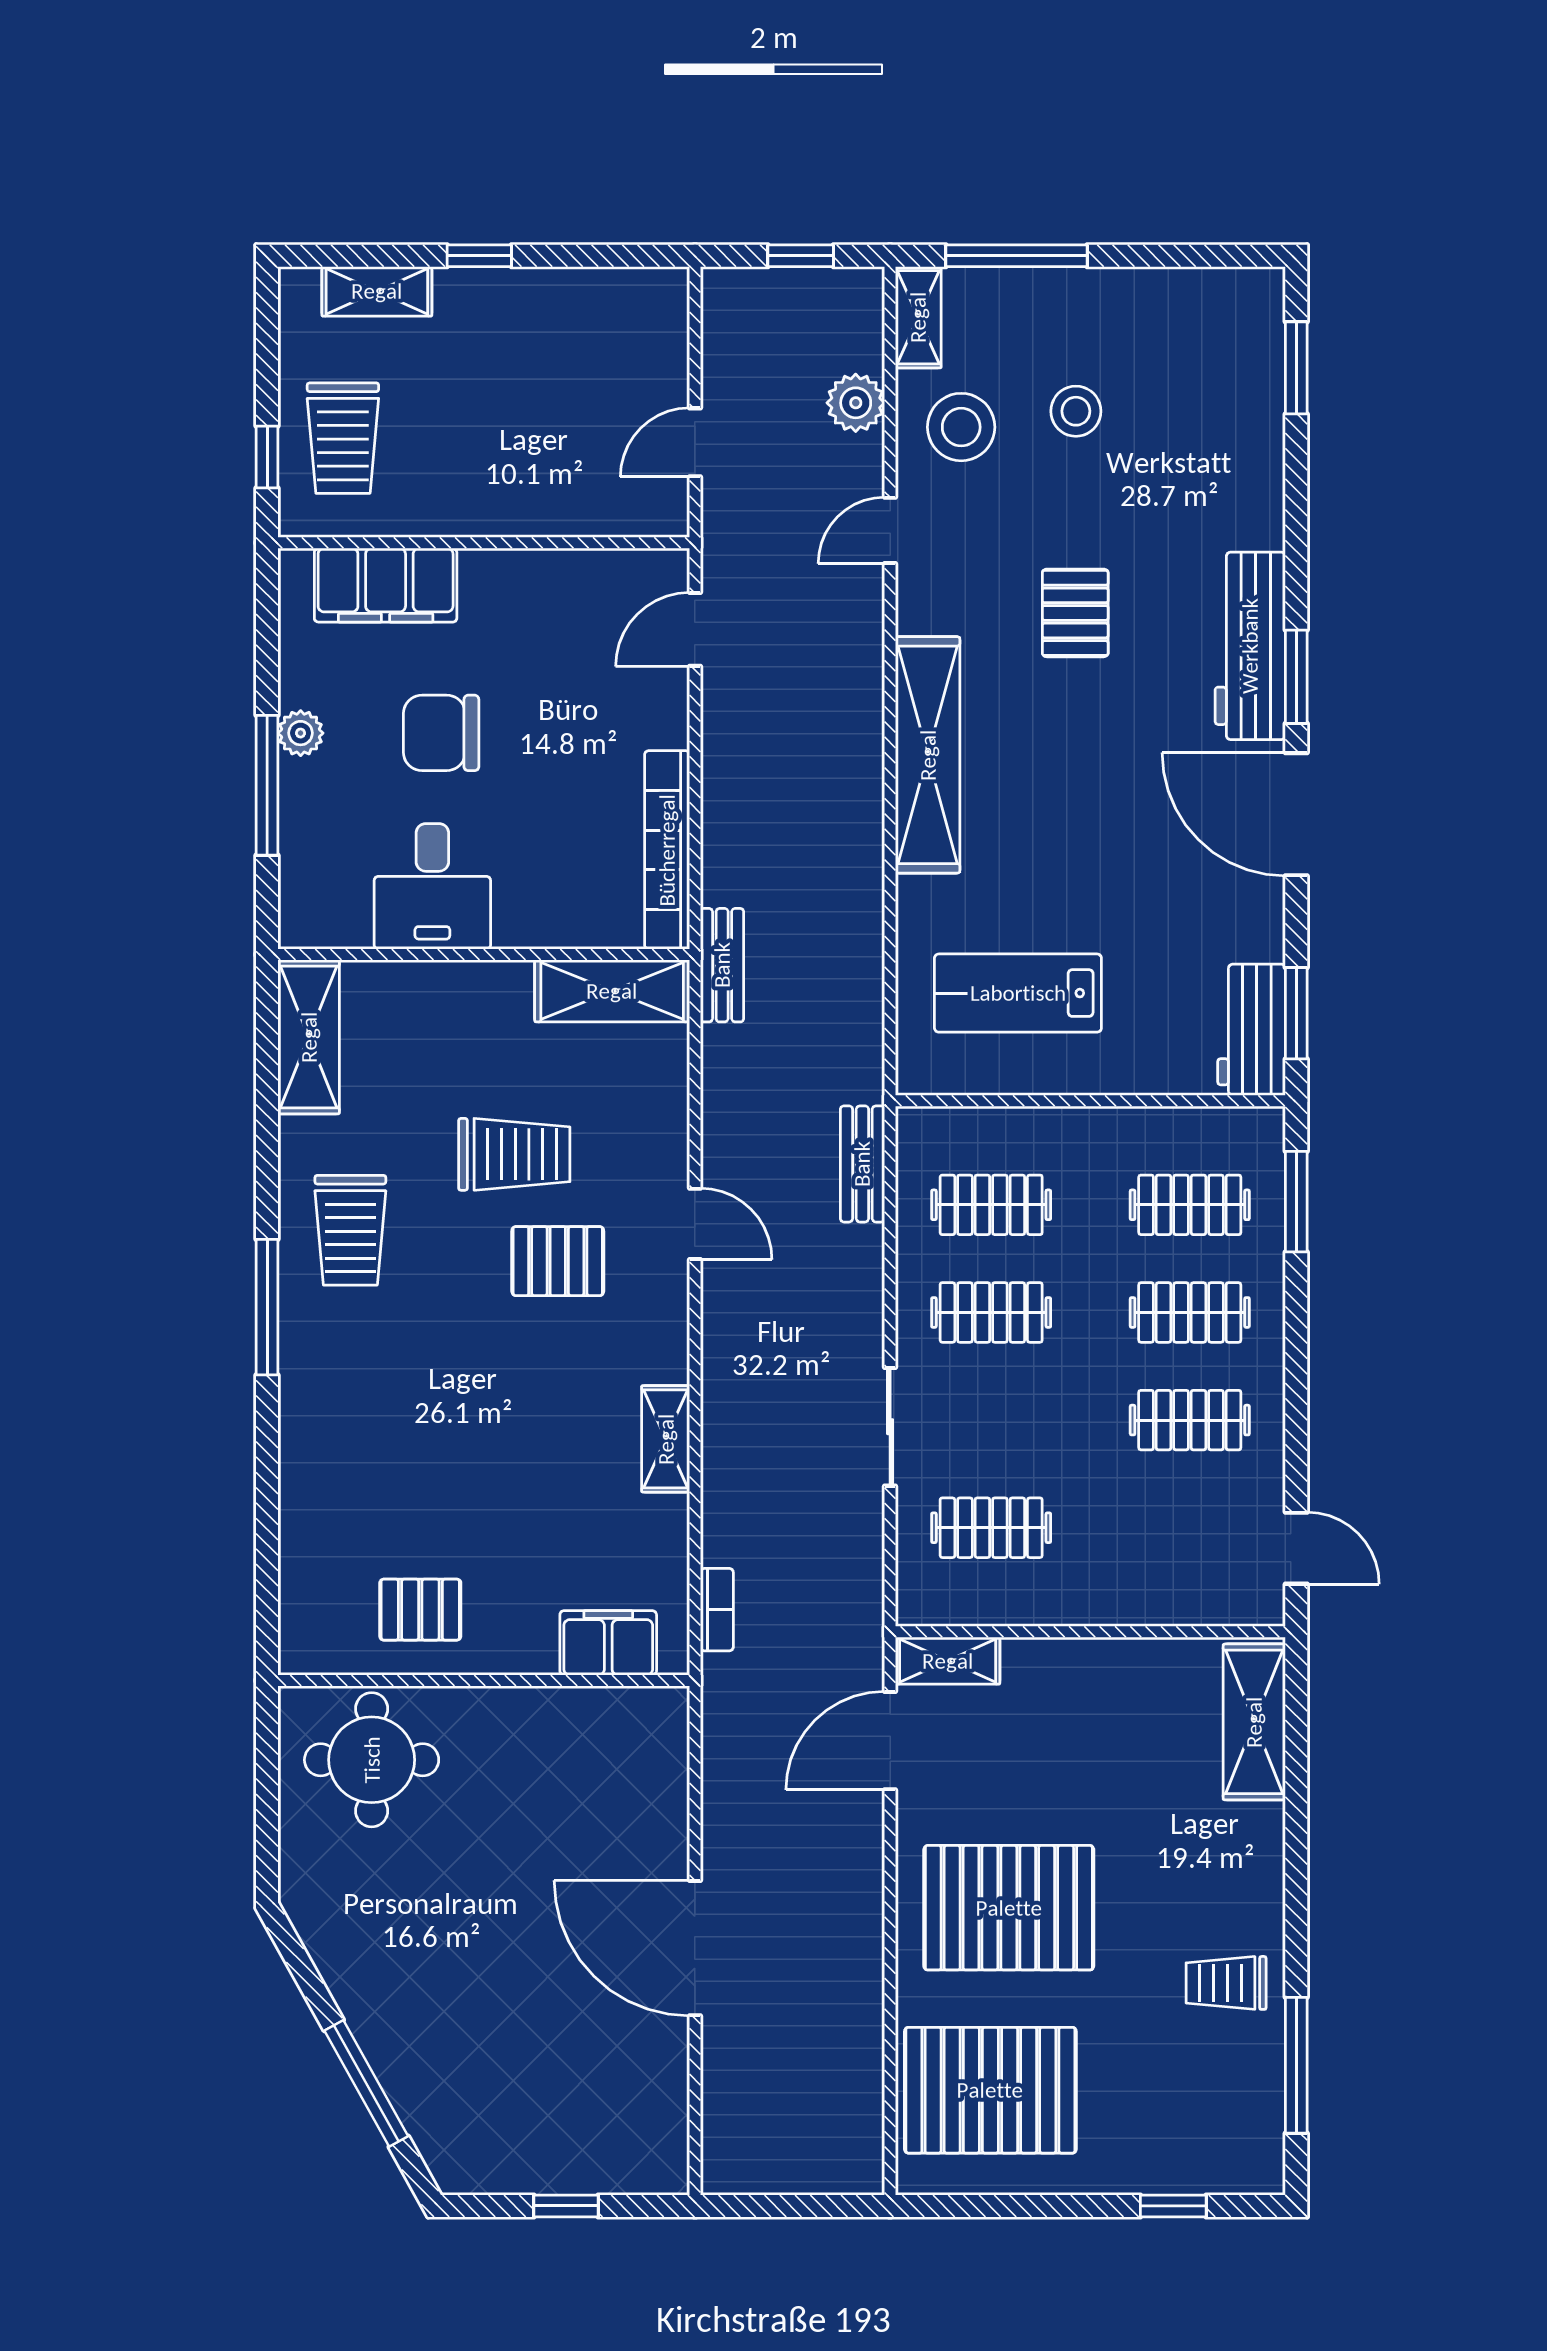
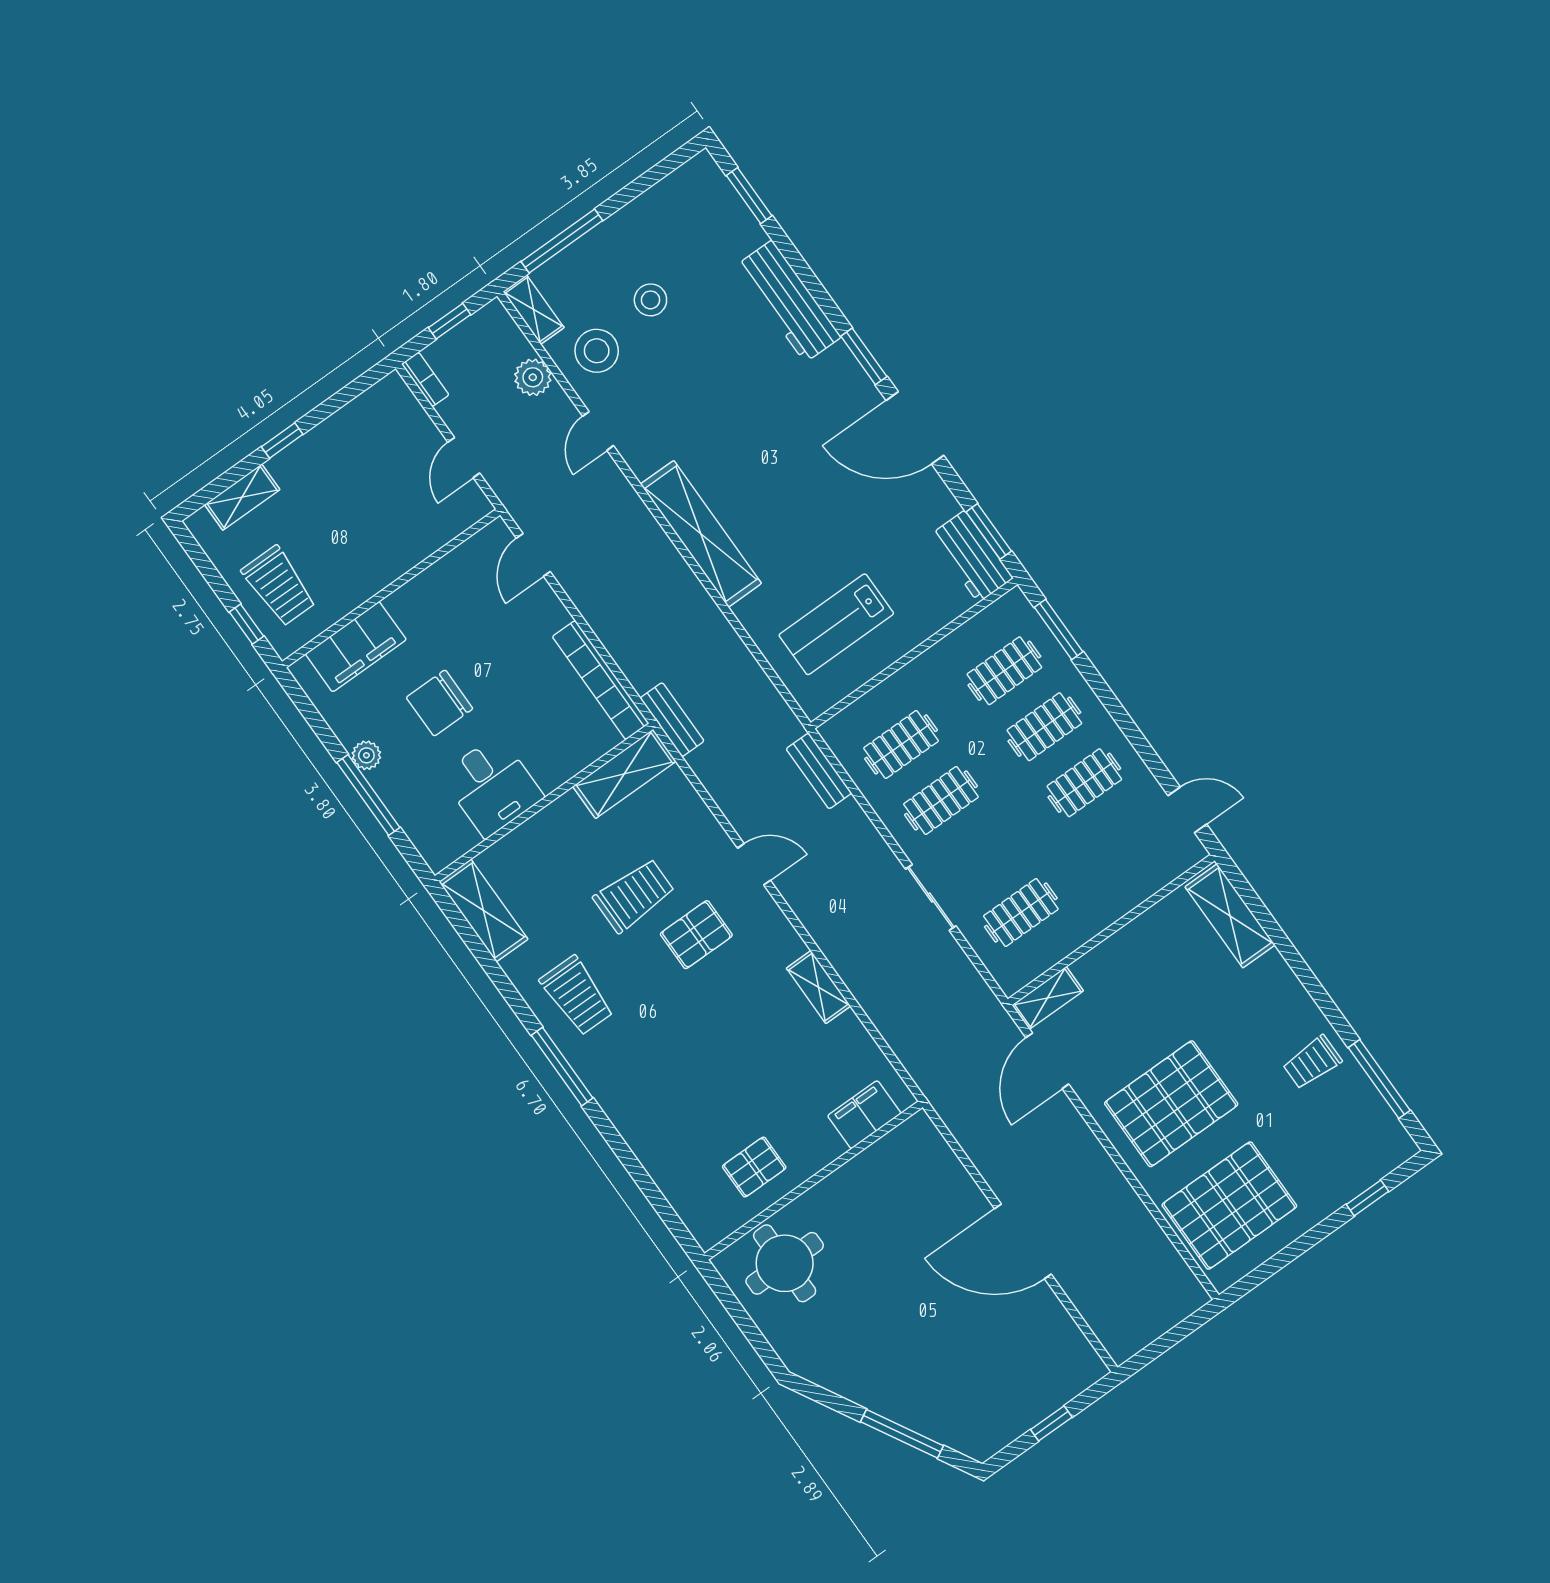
pallet: (1075, 613) -> (725, 405), removed
workbench: (1250, 646) -> (788, 301), moved
bookcase: (717, 1610) -> (425, 379), moved

